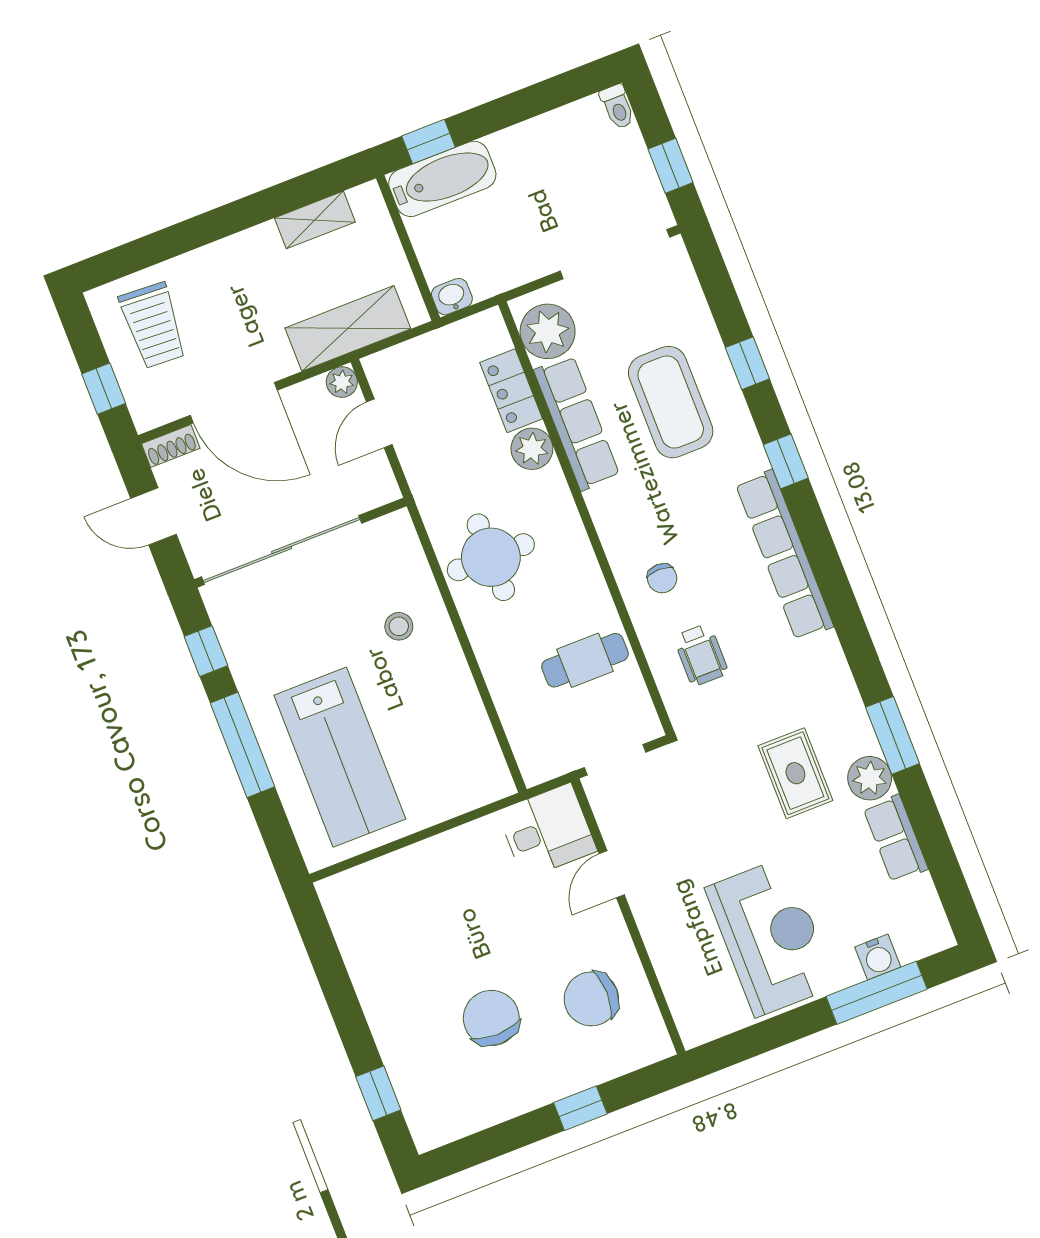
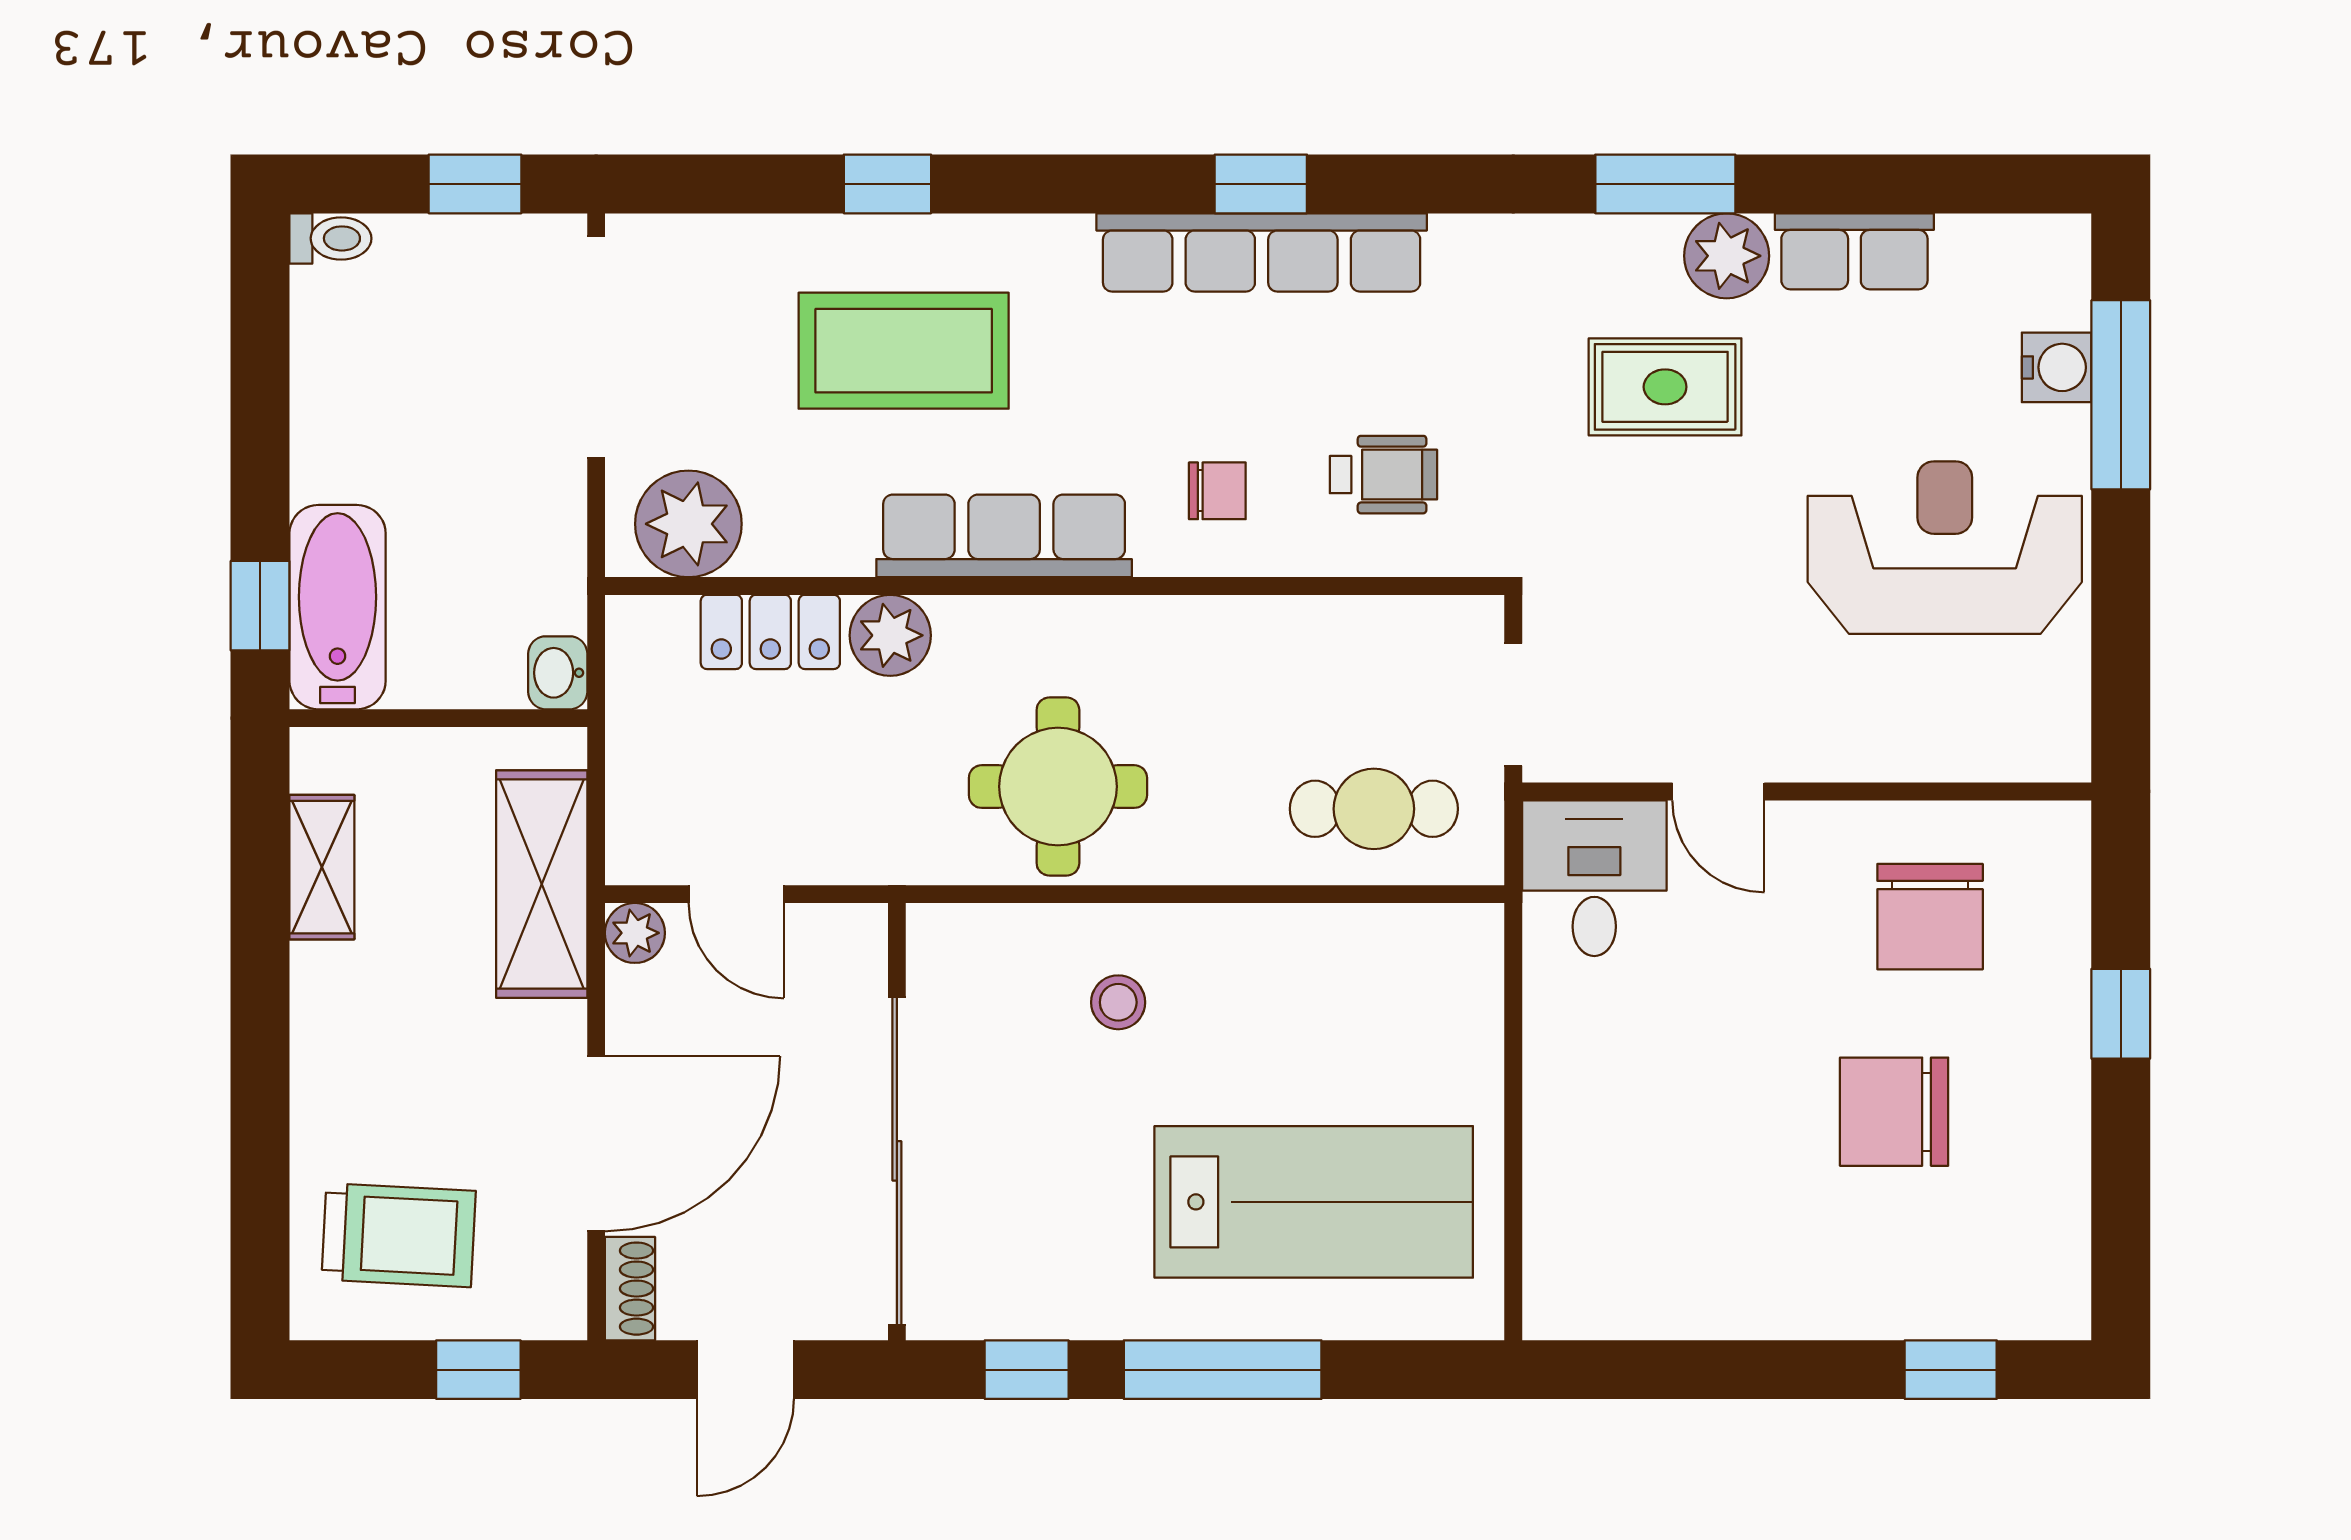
row of seats: (577, 423) -> (1004, 536), moved
window: (786, 461) -> (1261, 184), moved
cafe table: (585, 660) -> (1374, 809), moved, turned 90

